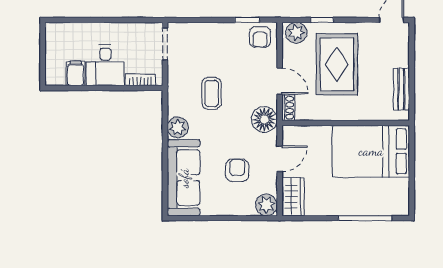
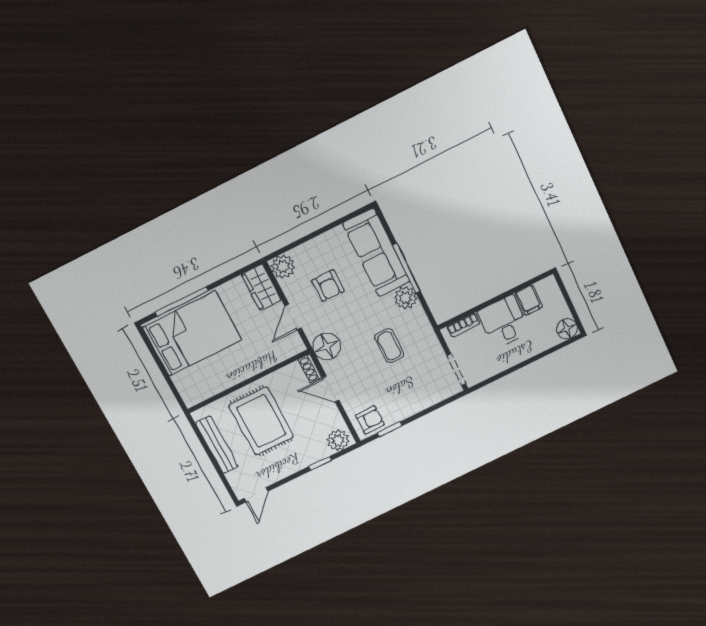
floor lamp: (55, 32) -> (567, 329), added
armchair: (260, 37) -> (370, 420), turned 90
rug: (337, 64) -> (261, 421), moved
bench: (401, 89) -> (217, 445), width x1.36
bed: (371, 151) -> (192, 334), moved
window: (165, 152) -> (406, 268), added

